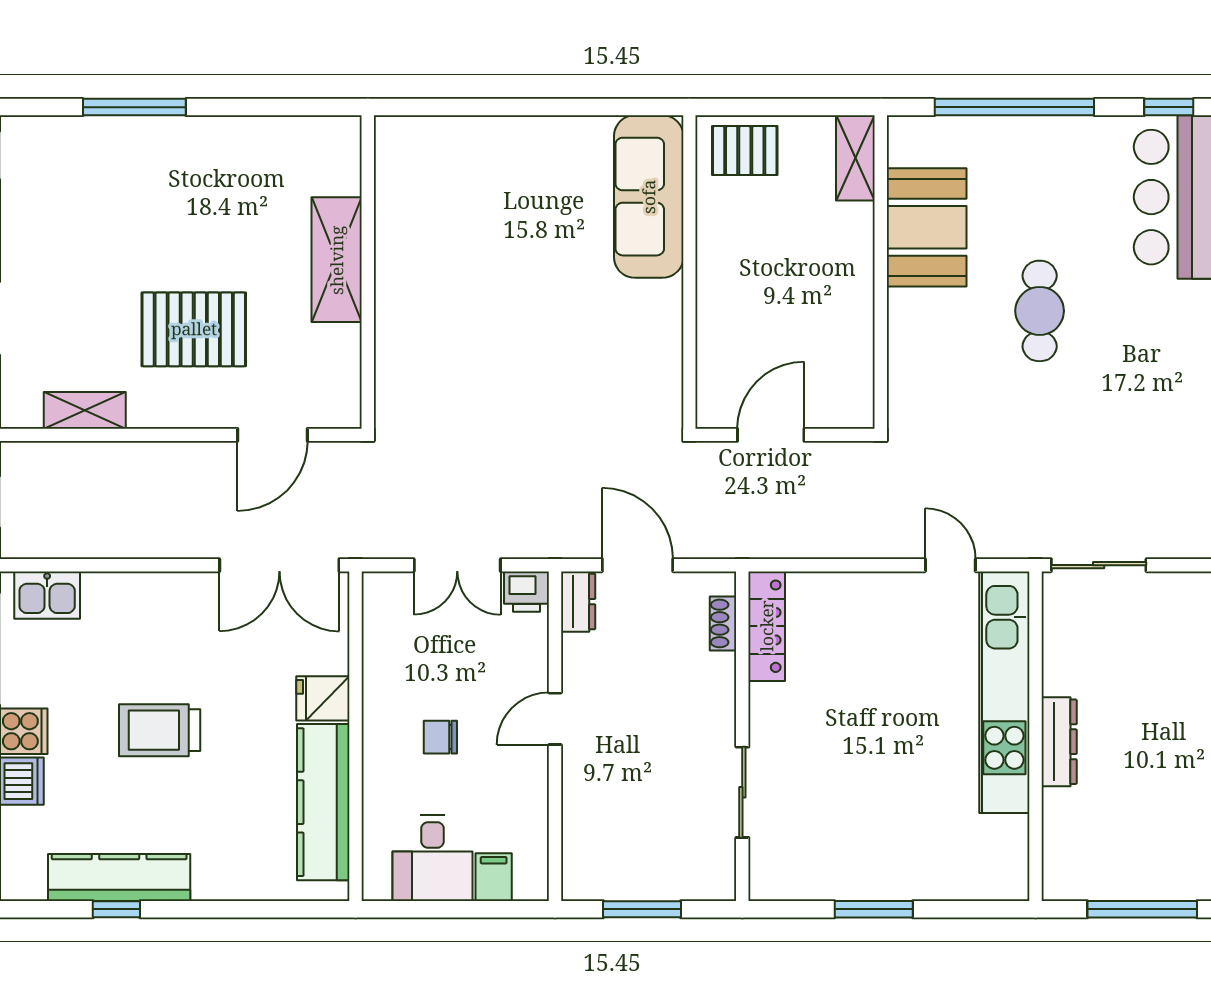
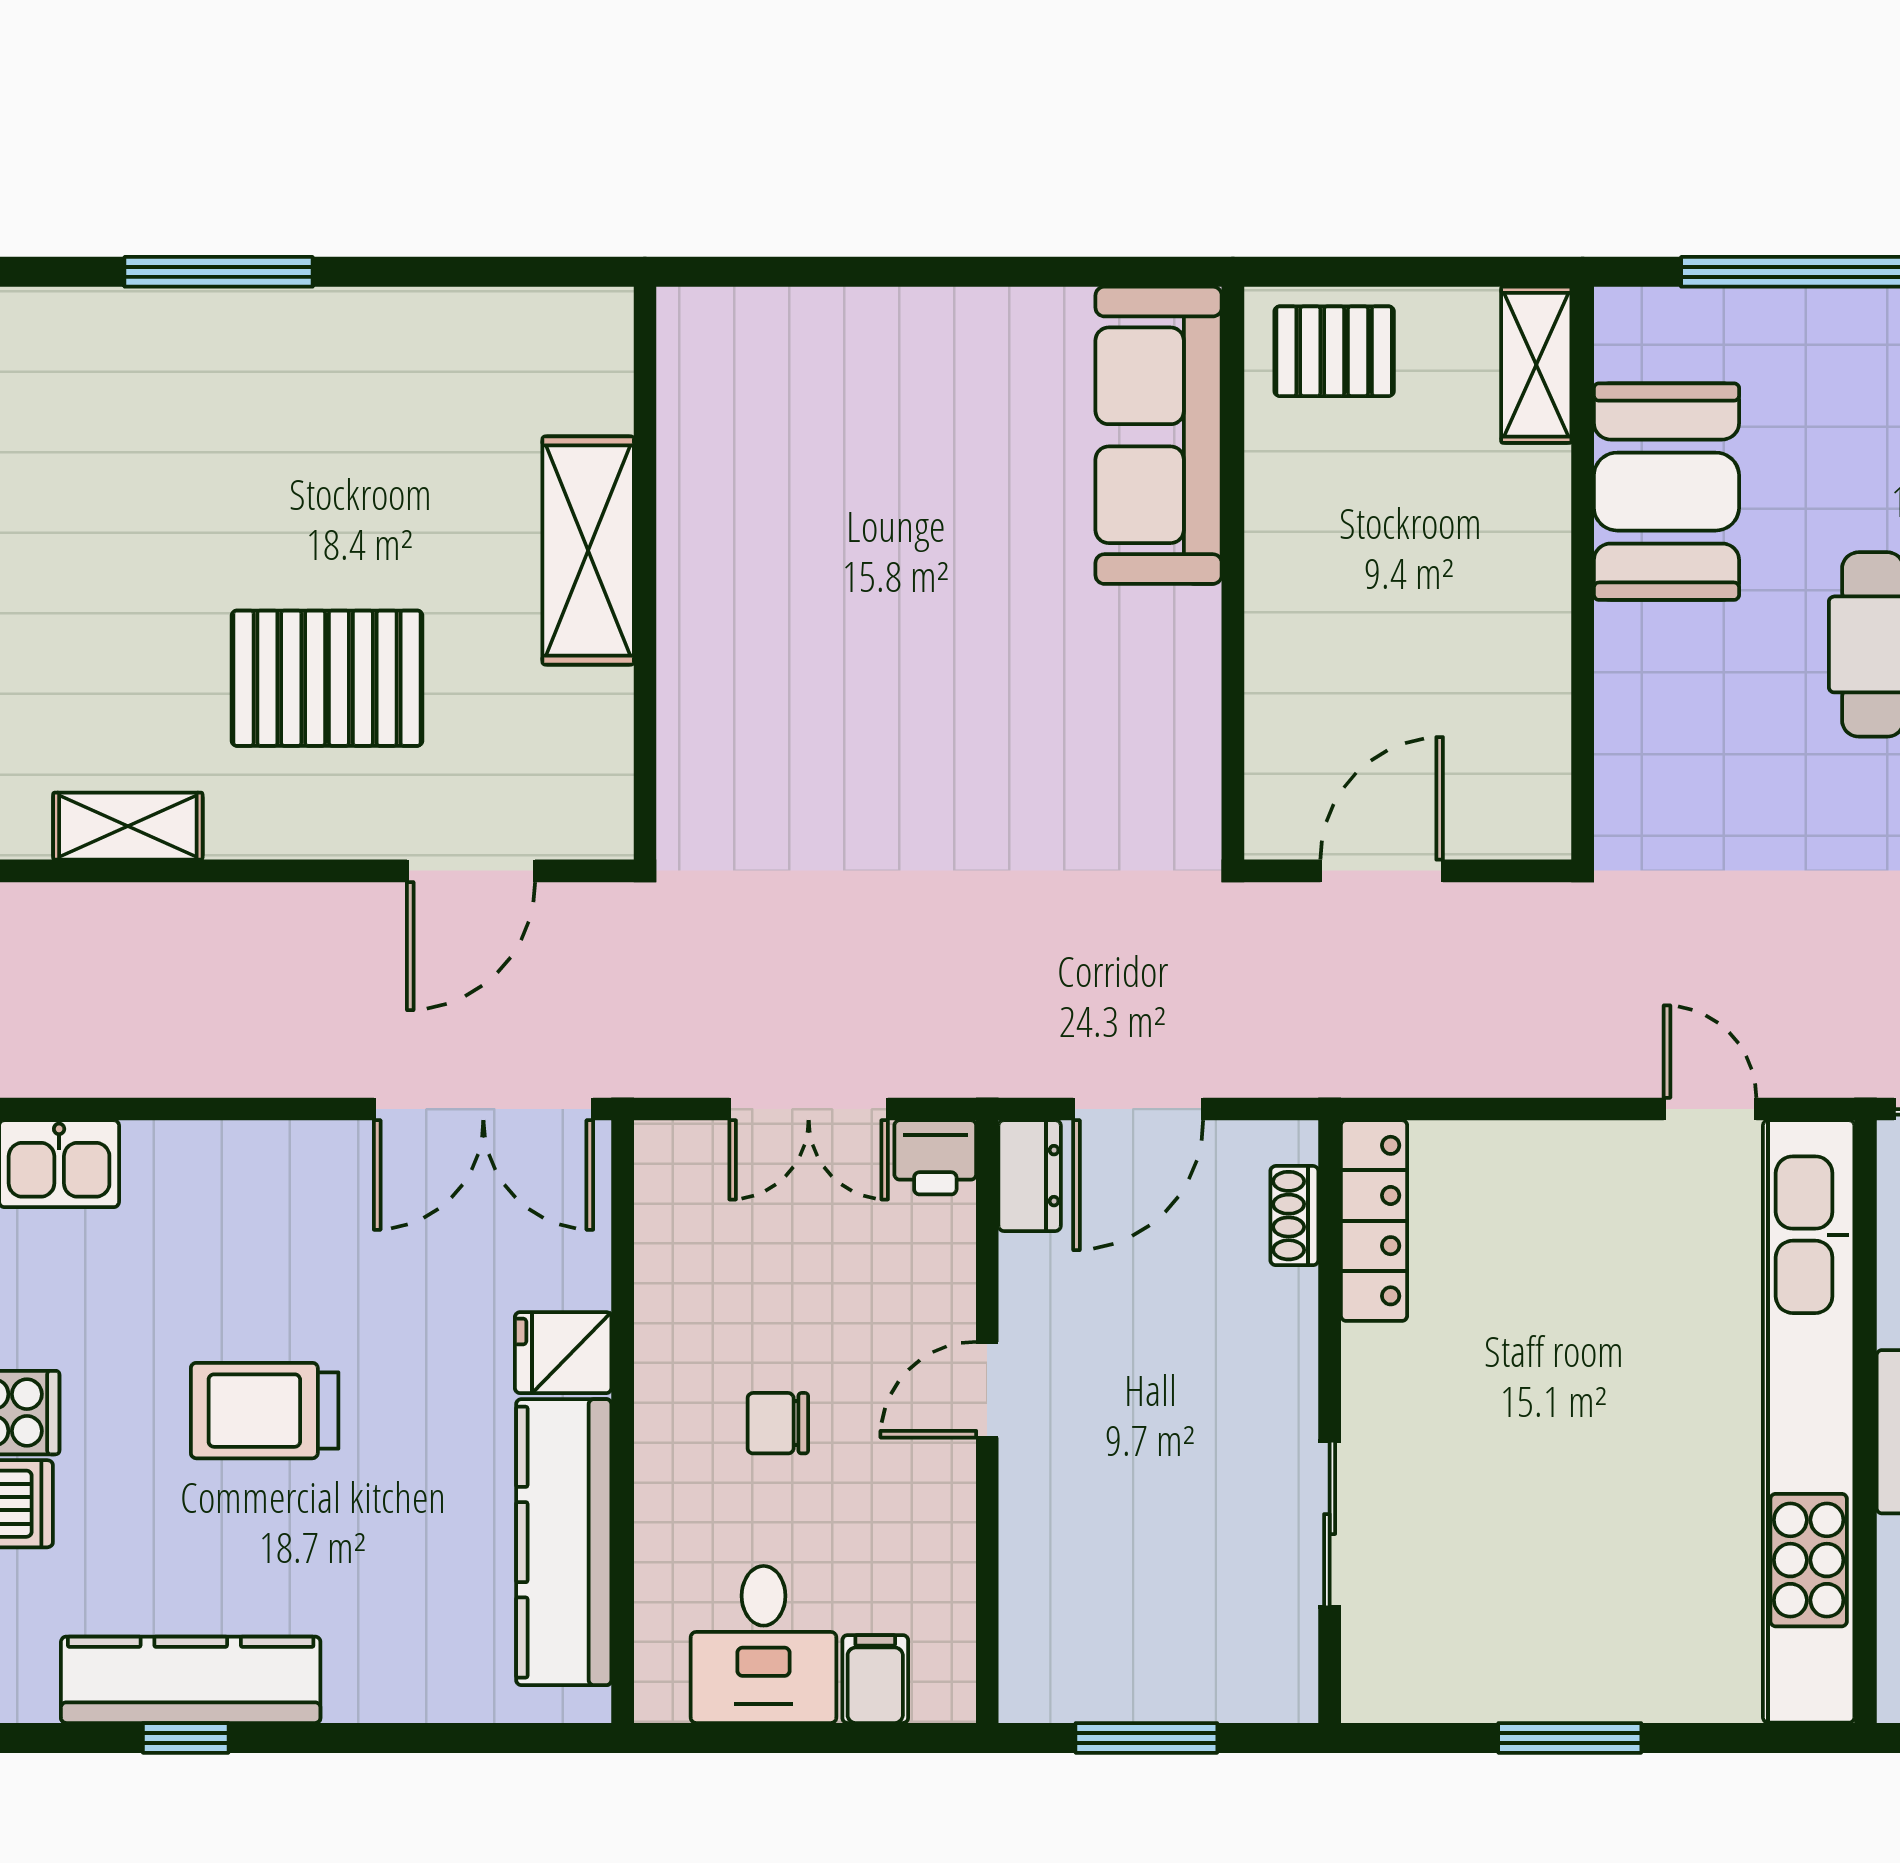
door: (638, 565) -> (1138, 1109), swing flipped
kitchen unit: (1004, 692) -> (1809, 1421), width x1.36

